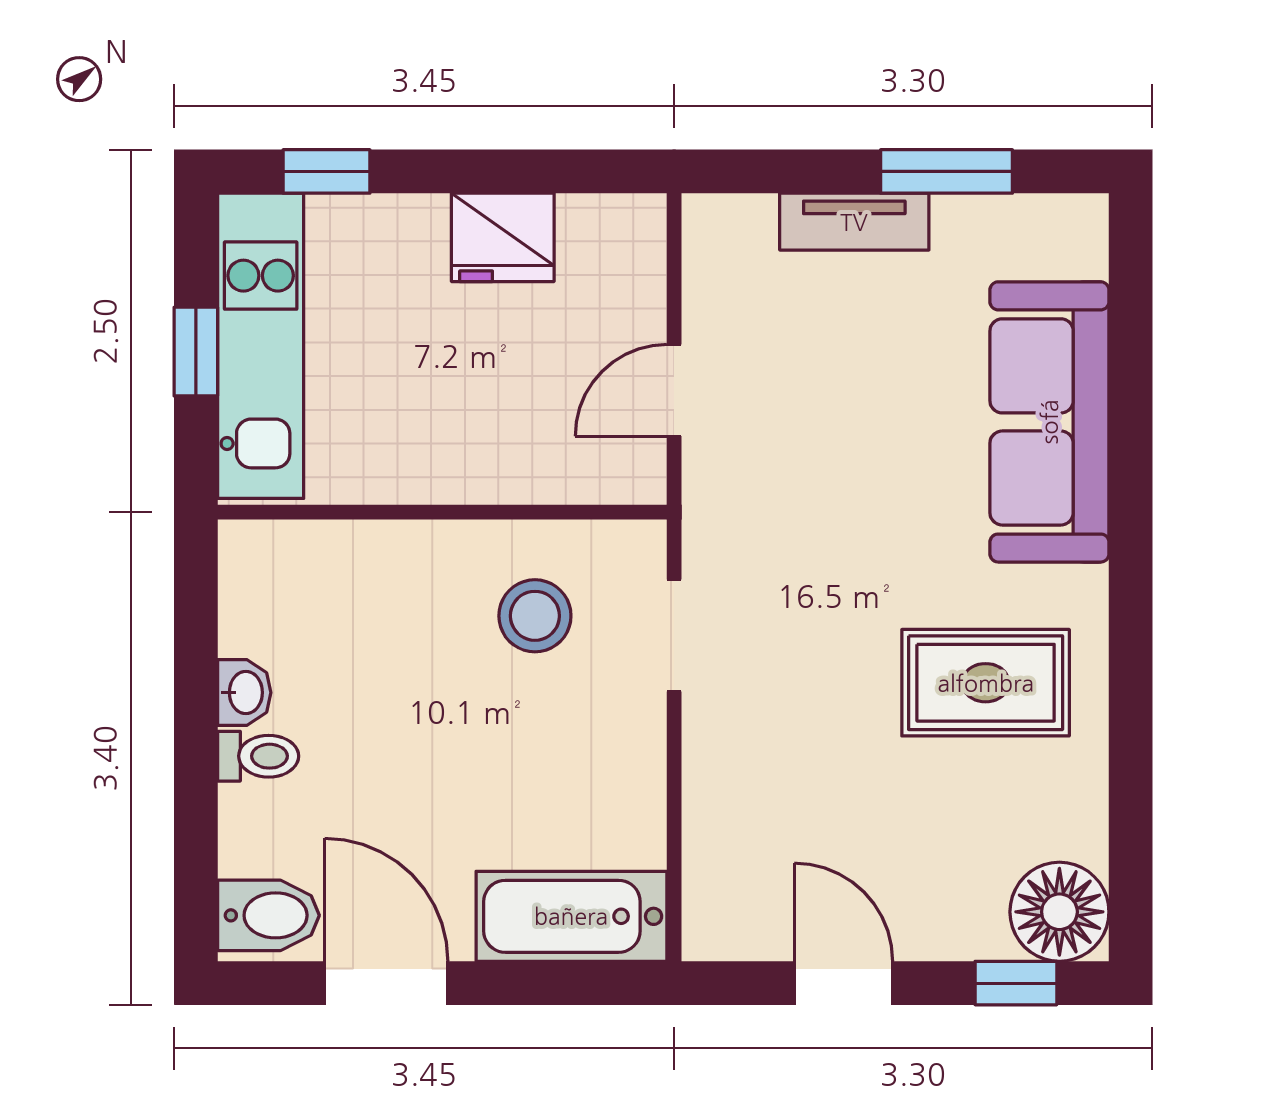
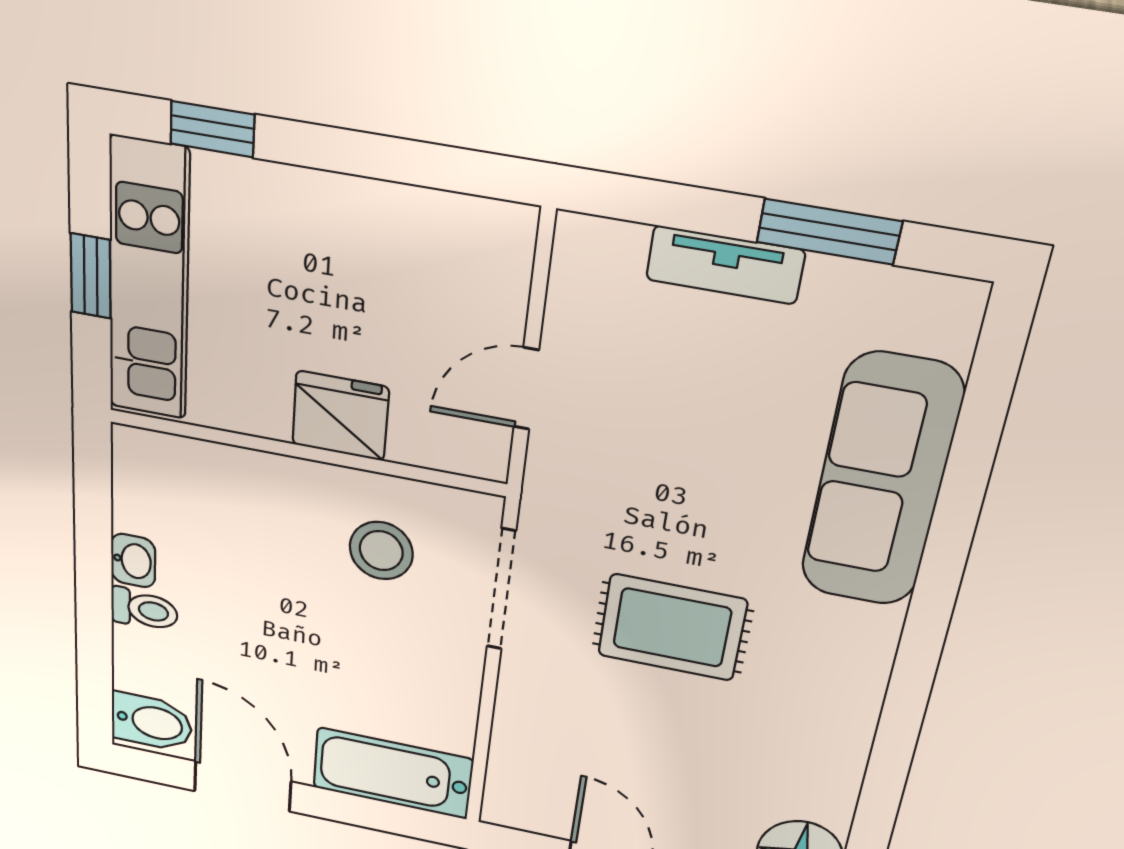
fridge: (503, 237) -> (340, 416), moved, turned 180
doorway: (674, 635) -> (501, 589), width x1.38
rug: (986, 683) -> (672, 627), moved

